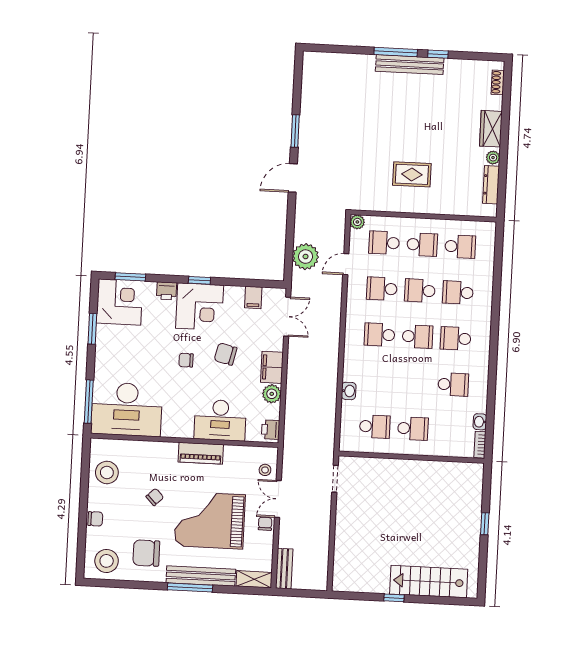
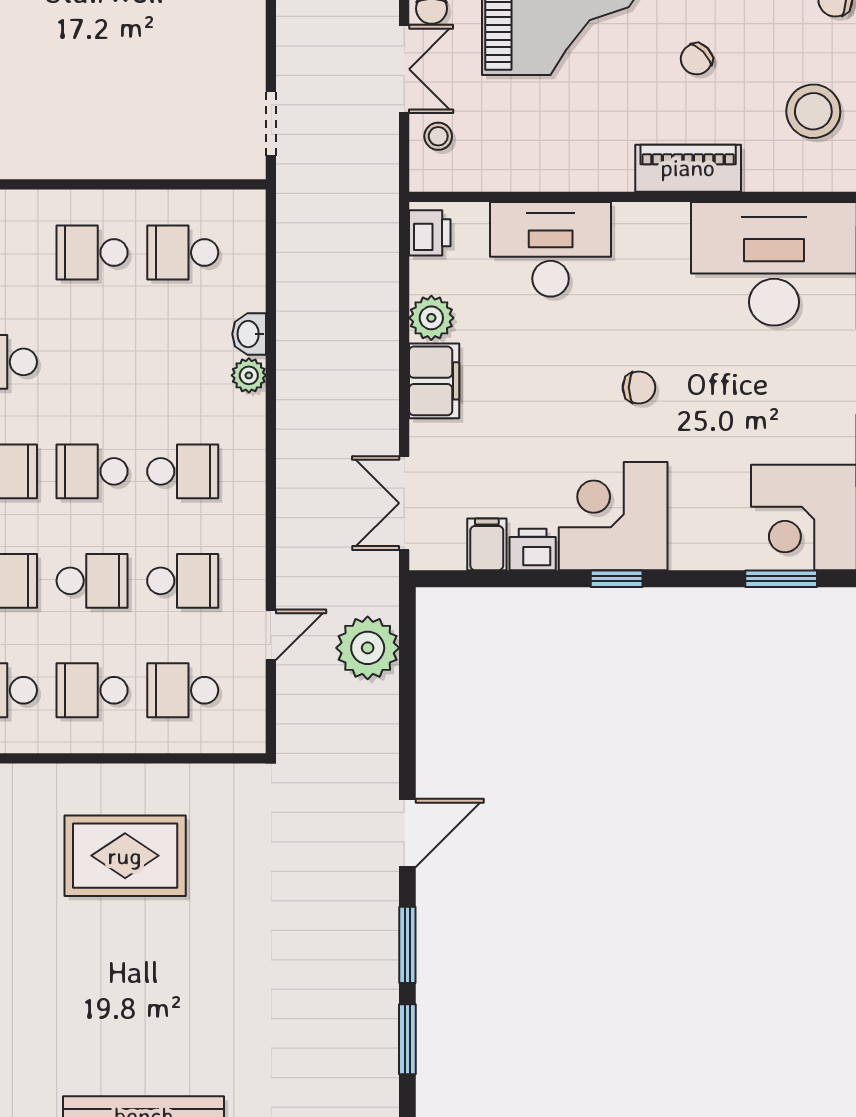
window: (297, 91) -> (407, 1039), added
rug: (412, 174) -> (125, 856), width x1.36, depth x1.43
plant: (357, 222) -> (249, 375), moved
school desk: (384, 243) -> (183, 690), turned 180
printer: (166, 291) -> (533, 549), moved
chair: (226, 354) -> (546, 407), removed
piano: (201, 453) -> (688, 168), moved

